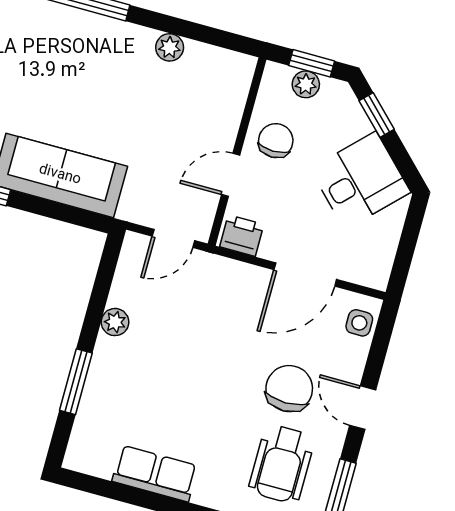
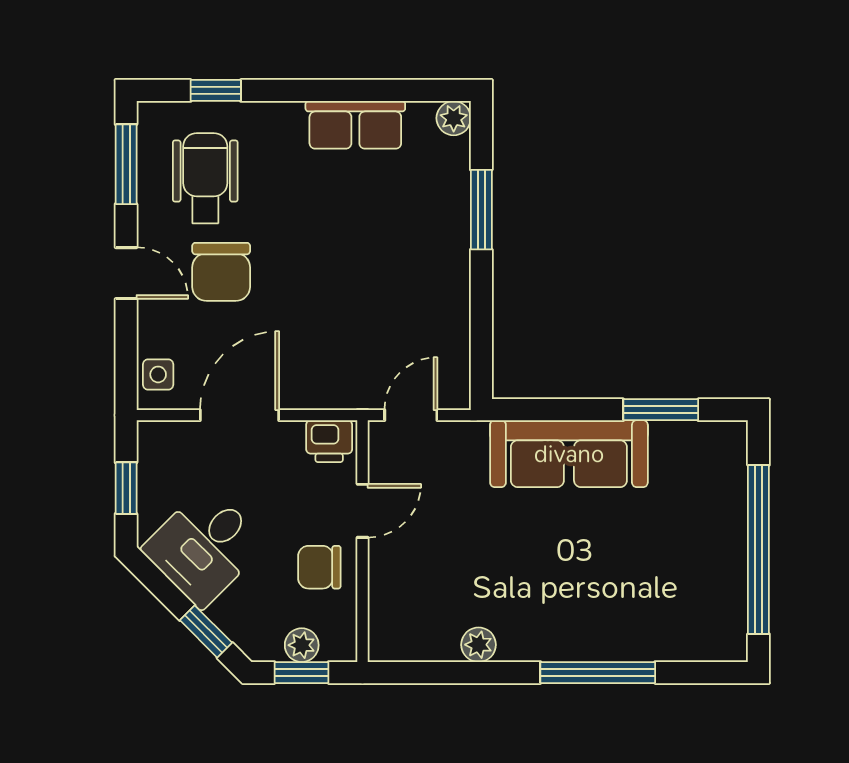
chair: (276, 141) -> (319, 567), turned 90
window: (408, 242) -> (126, 488), added
plant: (115, 322) -> (454, 118), moved

